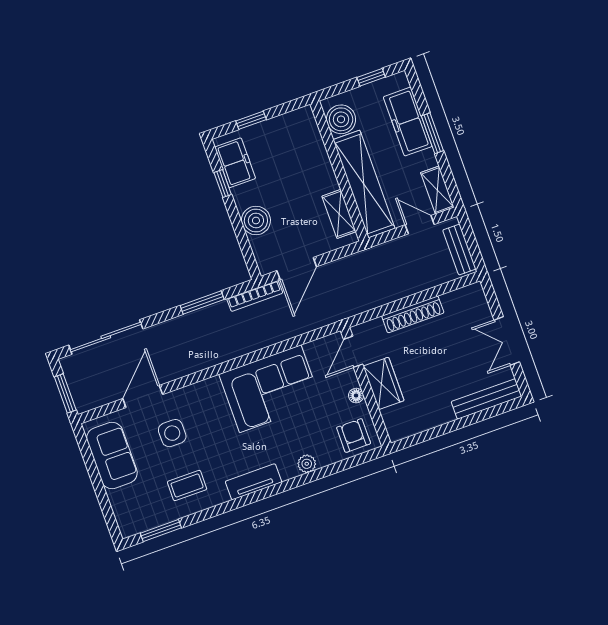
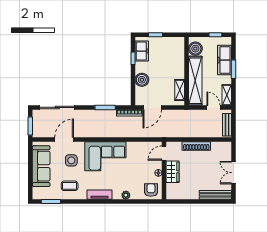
corner sofa: (270, 389) -> (105, 156), moved
sofa: (112, 455) -> (41, 166), width x1.36

